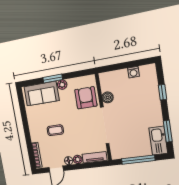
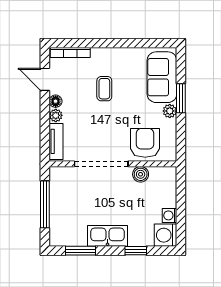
washing machine: (148, 73) -> (166, 235), added
armchair: (86, 98) -> (145, 143), turned -90
kitchen sink: (158, 141) -> (107, 236), moved

